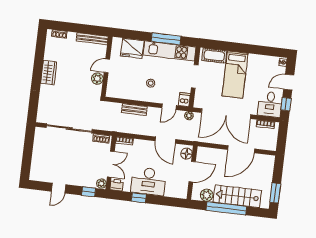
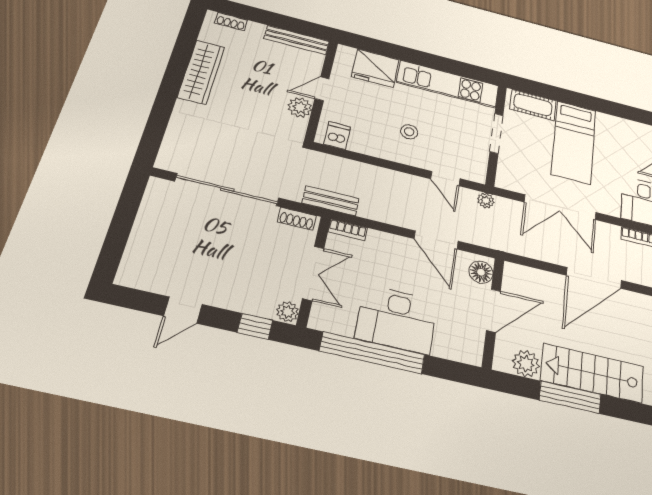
window: (166, 39) -> (442, 64), removed
wardrobe: (49, 73) -> (201, 72), width x1.50
dishwasher: (184, 100) -> (337, 135), moved
door: (169, 107) -> (445, 179), hinge flipped
bench: (134, 110) -> (331, 201), moved
double door: (226, 114) -> (560, 207), width x0.73
printer: (117, 185) -> (323, 319), removed
window: (139, 198) -> (372, 353), width x3.17
window: (226, 208) -> (570, 397), width x0.68

